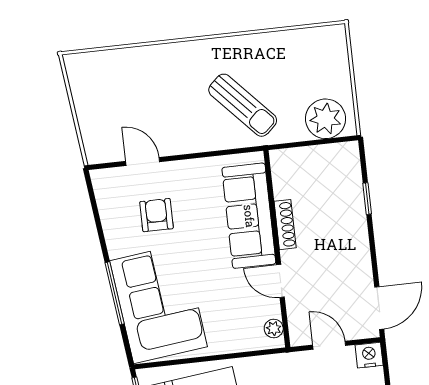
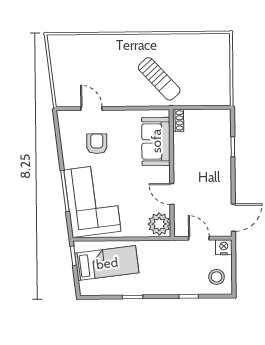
plant: (326, 119) -> (211, 93), removed
sofa: (249, 216) -> (156, 141), width x0.73
shoe rack: (285, 225) -> (178, 120), moved, width x0.70
plant: (274, 329) -> (159, 224), width x1.87, depth x1.87

